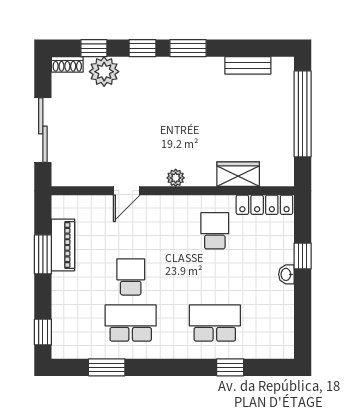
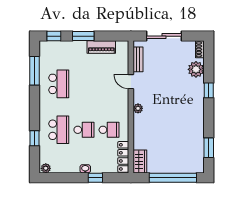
window: (94, 48) -> (209, 64), removed
window: (188, 48) -> (209, 148), moved
bench: (248, 65) -> (138, 59), moved
wardrobe: (238, 174) -> (140, 161), moved
window: (43, 254) -> (83, 36), moved
school desk: (131, 277) -> (84, 130), moved
plant: (285, 347) -> (46, 168), added
window: (107, 367) -> (35, 71), width x1.44

